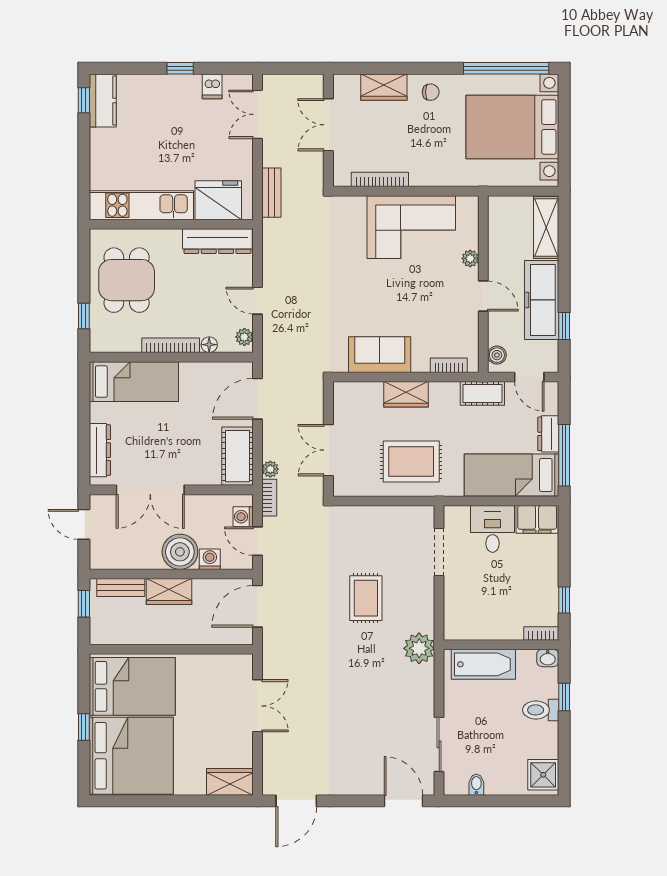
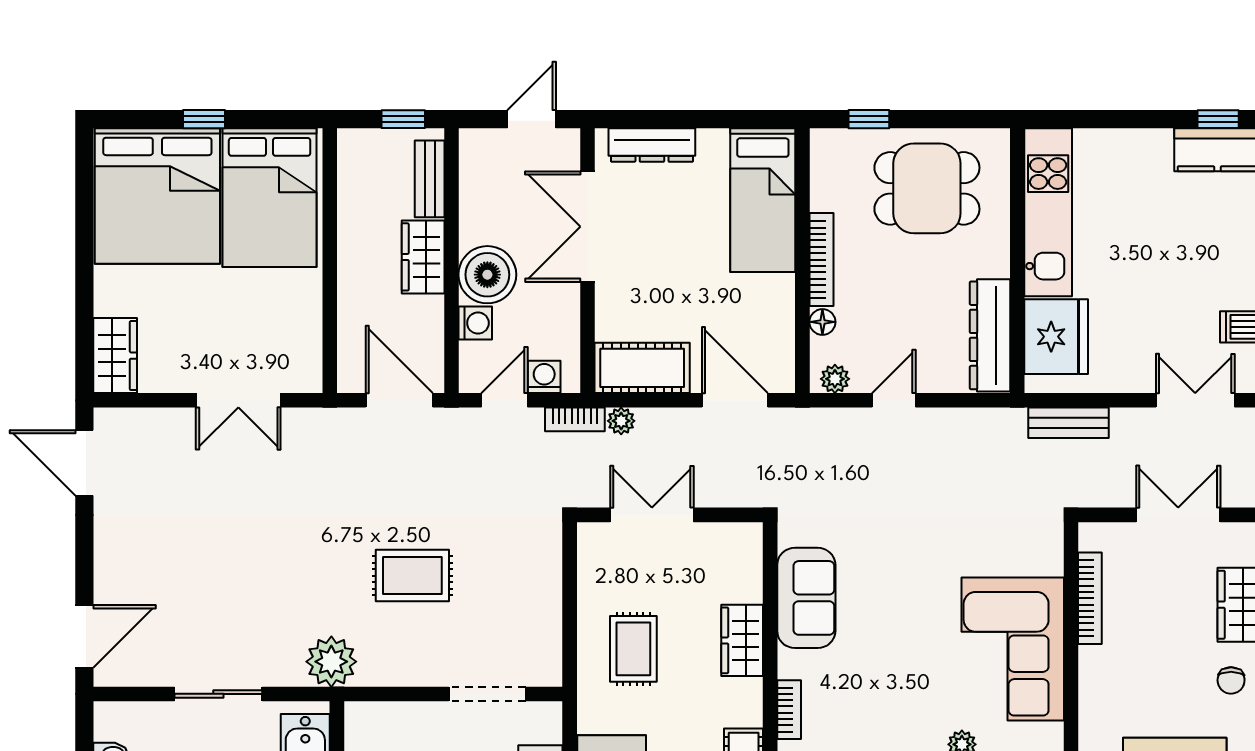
rug: (411, 462) -> (633, 649), width x0.73, depth x0.70
sliding door: (439, 744) -> (218, 694), moved

